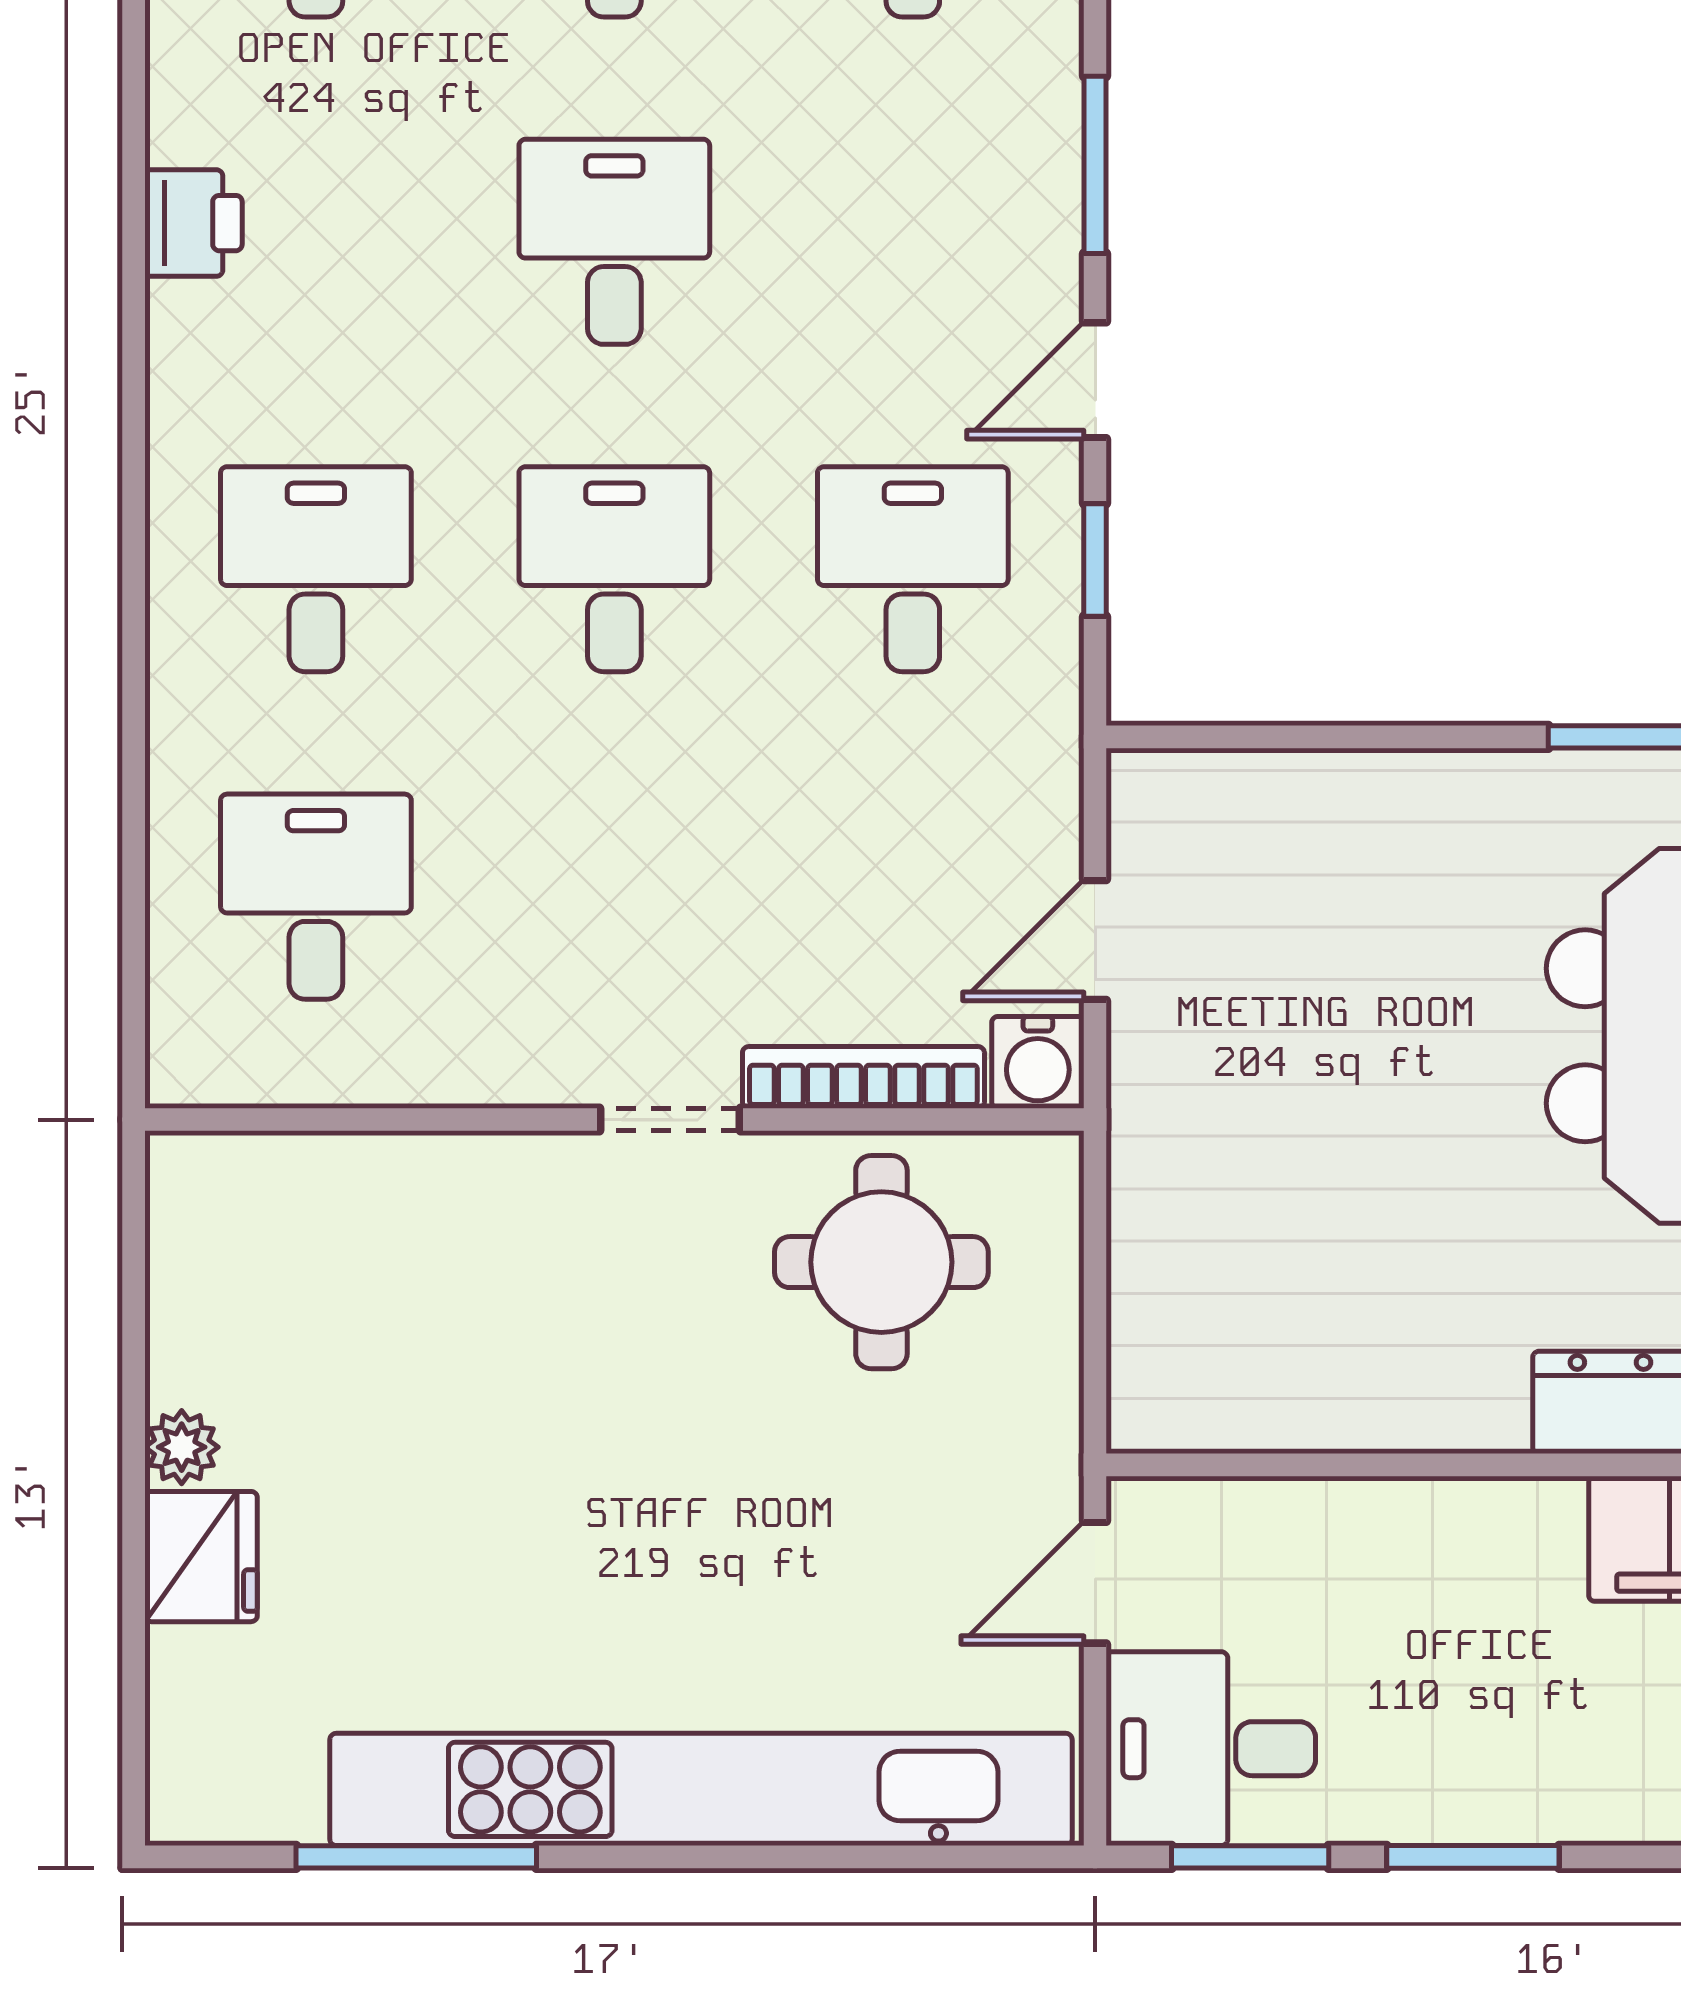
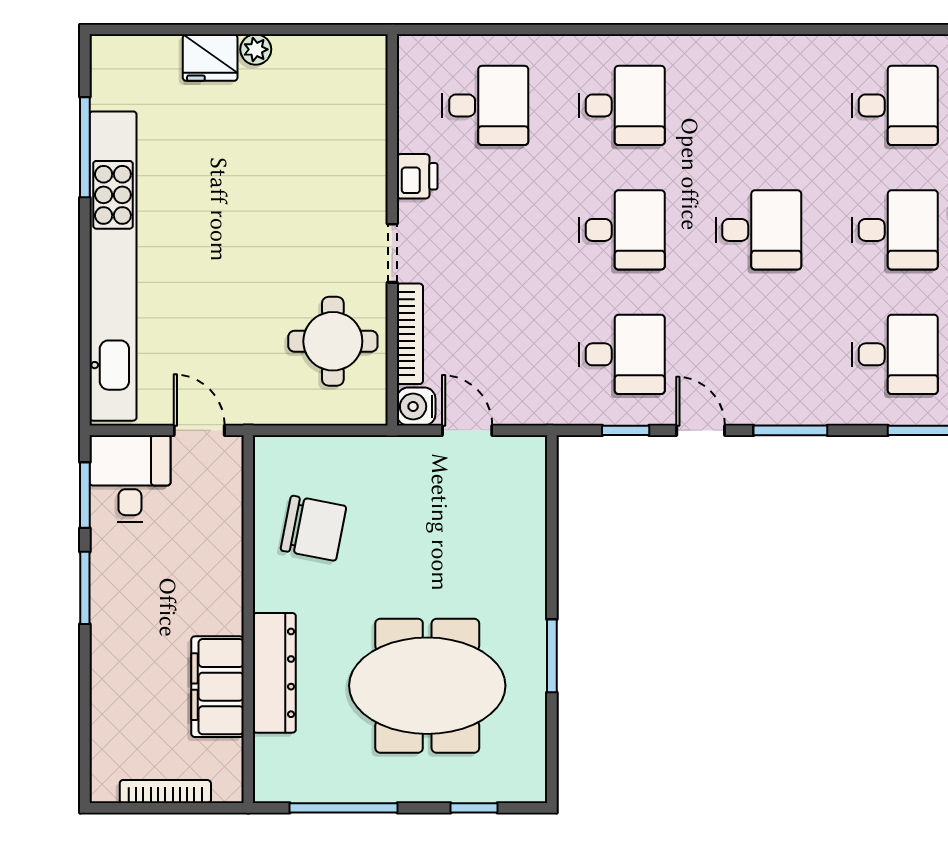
printer: (193, 223) -> (417, 176), moved, turned -90
chair: (1330, 1308) -> (314, 528), added

